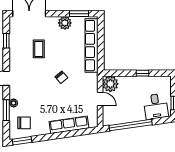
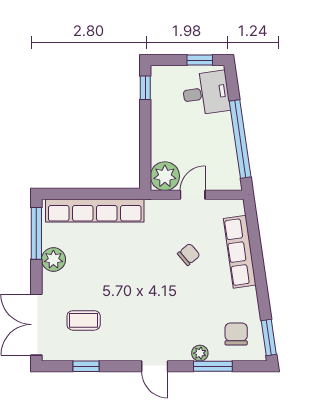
window: (79, 14) -> (36, 233), width x1.44
coffee table: (39, 49) -> (84, 320), moved
window: (143, 73) -> (145, 88), moved
chair: (61, 77) -> (189, 254), moved

